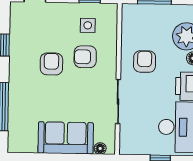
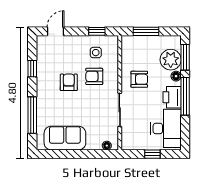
armchair: (145, 62) -> (139, 79), turned 90
sofa: (66, 138) -> (65, 138), moved

